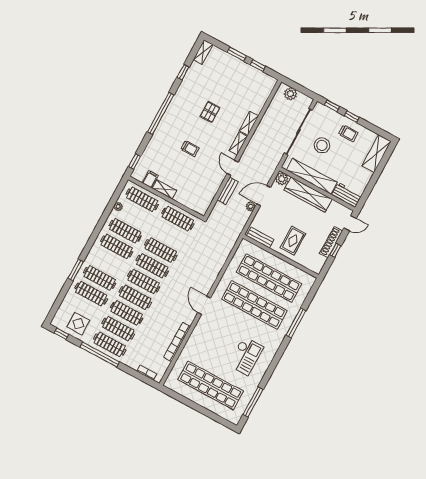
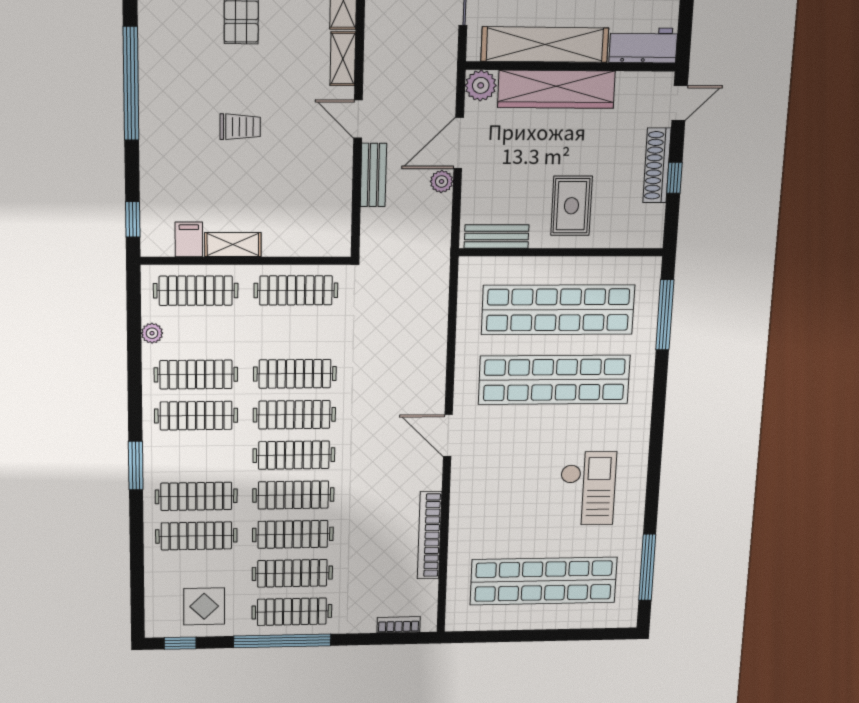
window: (76, 270) -> (136, 466), moved
window: (296, 323) -> (665, 315), moved

